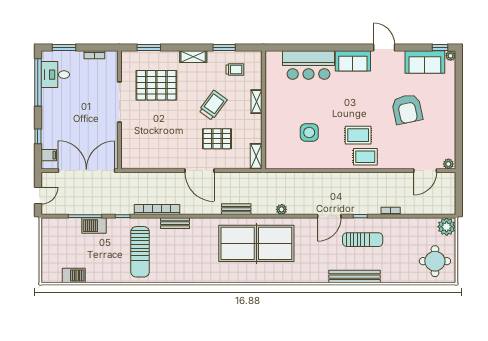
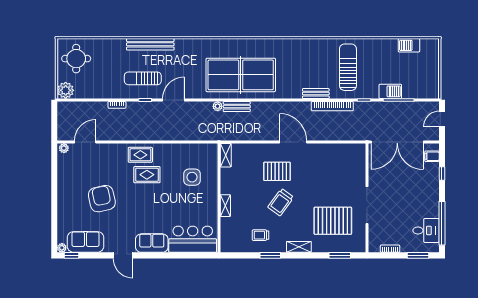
shelving: (257, 102) -> (225, 206), moved
wall: (263, 110) -> (219, 198), moved
shelving: (256, 156) -> (226, 155), moved
bench: (236, 209) -> (237, 107), moved

